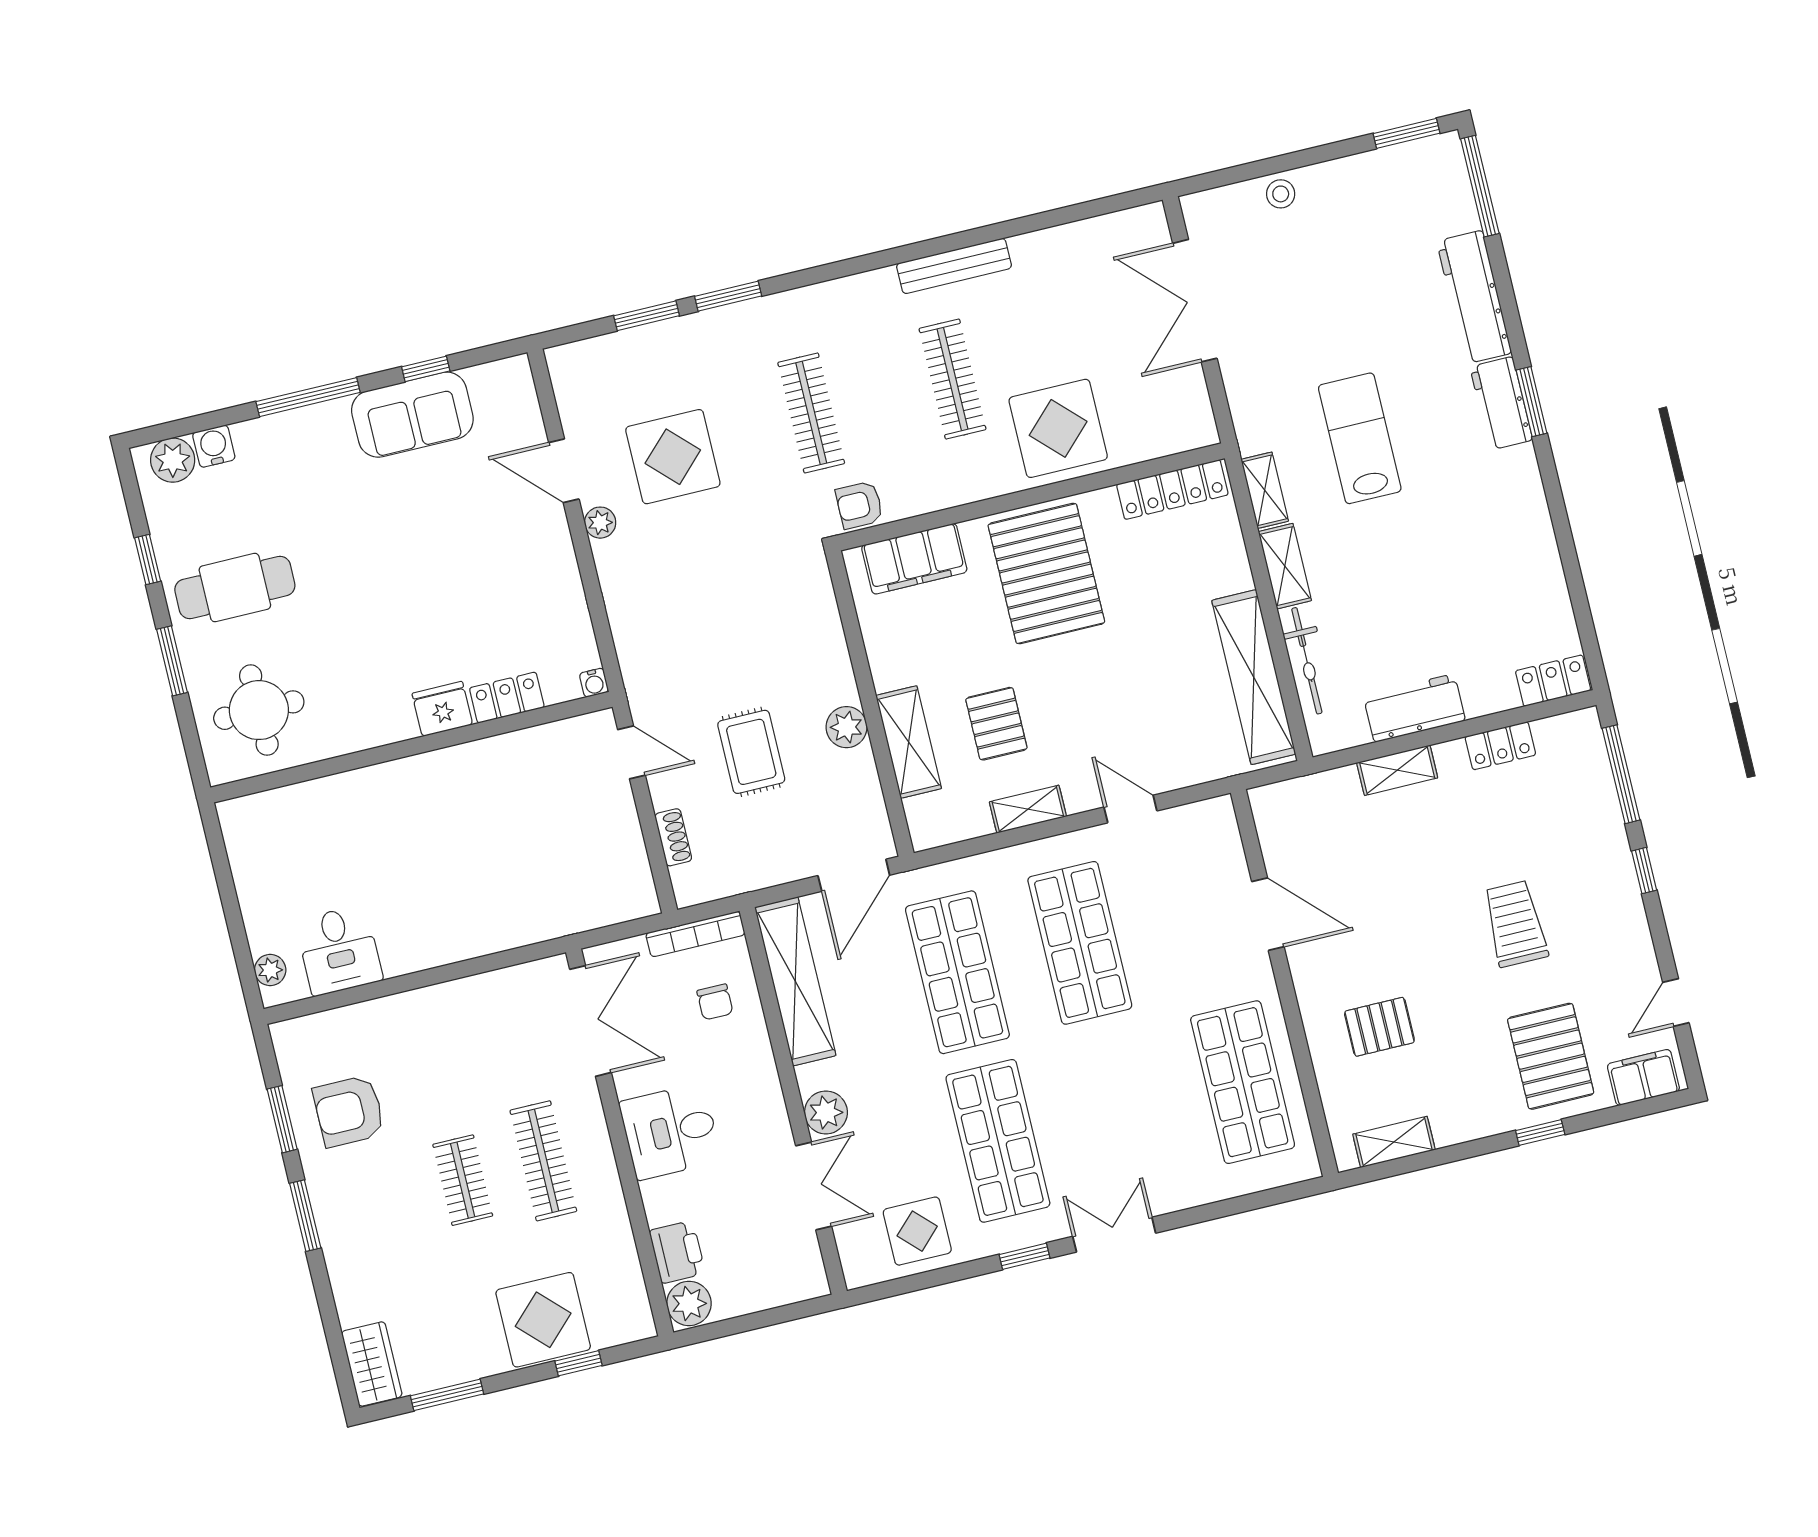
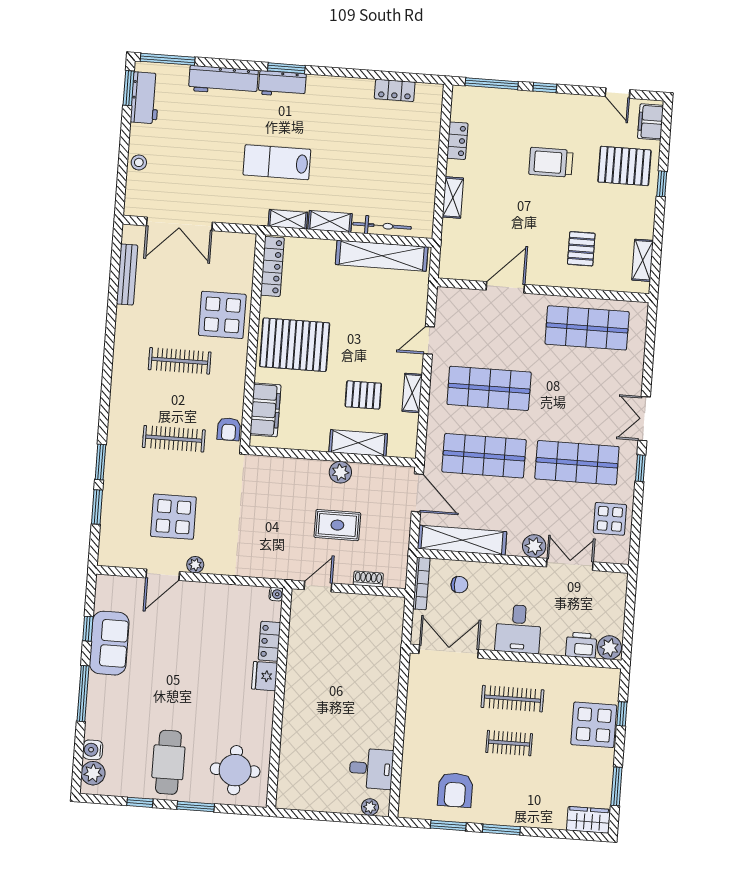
bench: (954, 266) -> (127, 274), moved
locker: (1553, 681) -> (395, 90), moved, turned -90
workbench: (1414, 708) -> (145, 98), moved, turned 180

